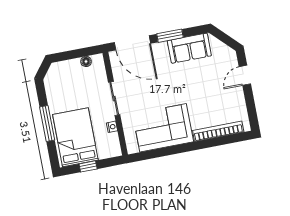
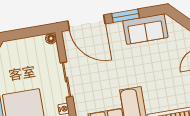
floor lamp: (86, 61) -> (51, 38), moved

